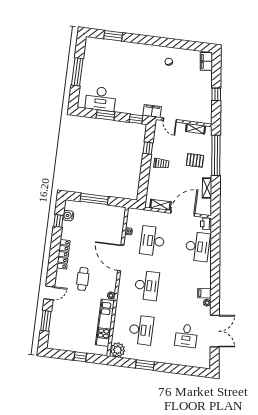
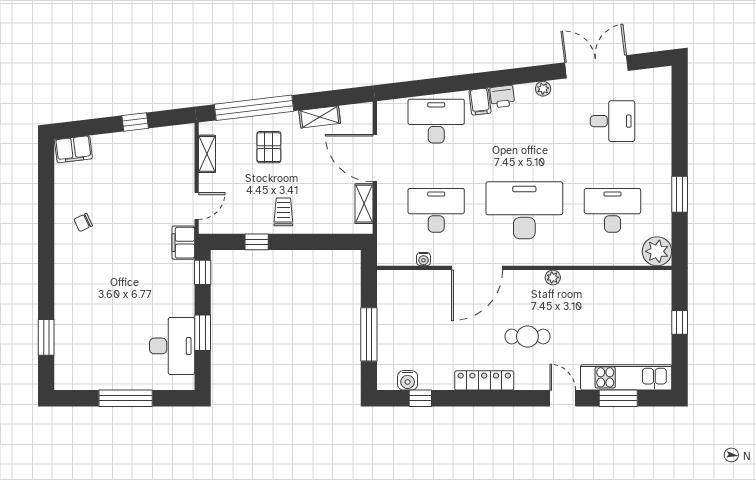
printer: (206, 224) -> (502, 97), moved
desk: (152, 241) -> (436, 210), turned 180
desk: (147, 285) -> (524, 210), width x1.36, depth x1.30
filing cabinet: (204, 293) -> (480, 102), moved
kitchen unit: (105, 323) -> (626, 377), moved, turned 180

